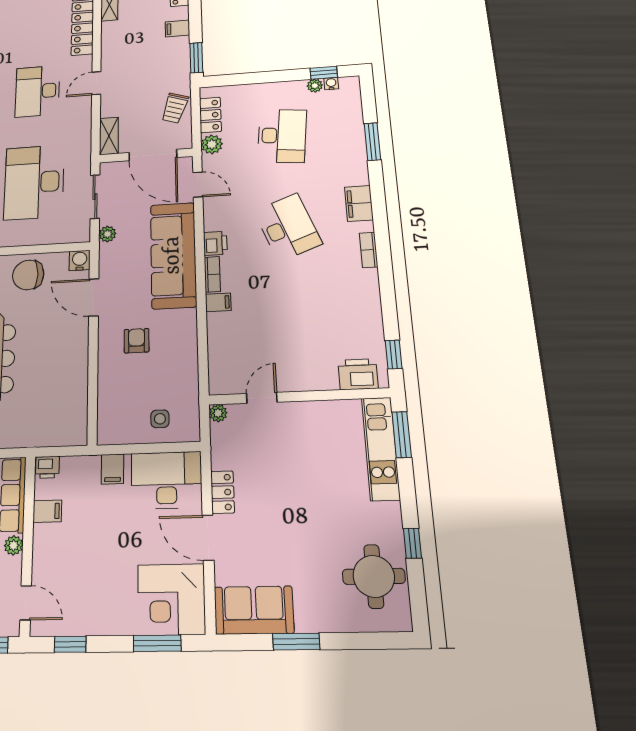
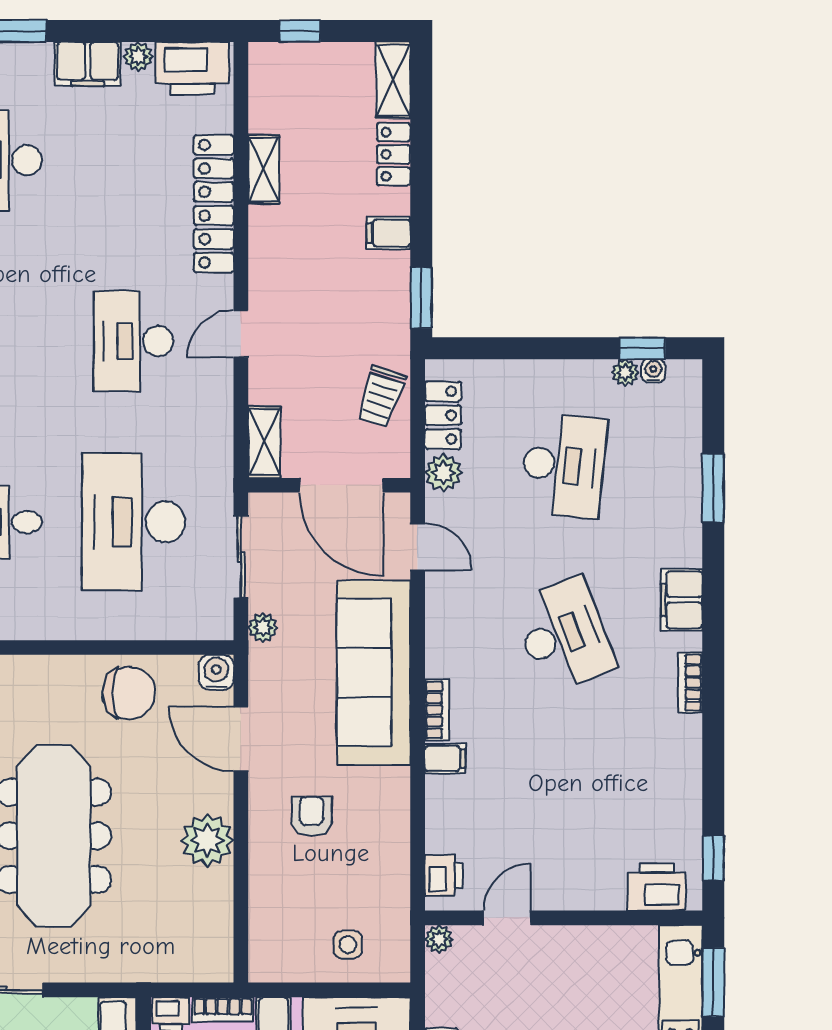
printer: (215, 243) -> (444, 876), moved
chair: (28, 275) -> (129, 693), turned 180
plant: (72, 358) -> (207, 840), added
bookcase: (80, 463) -> (223, 1009), added

